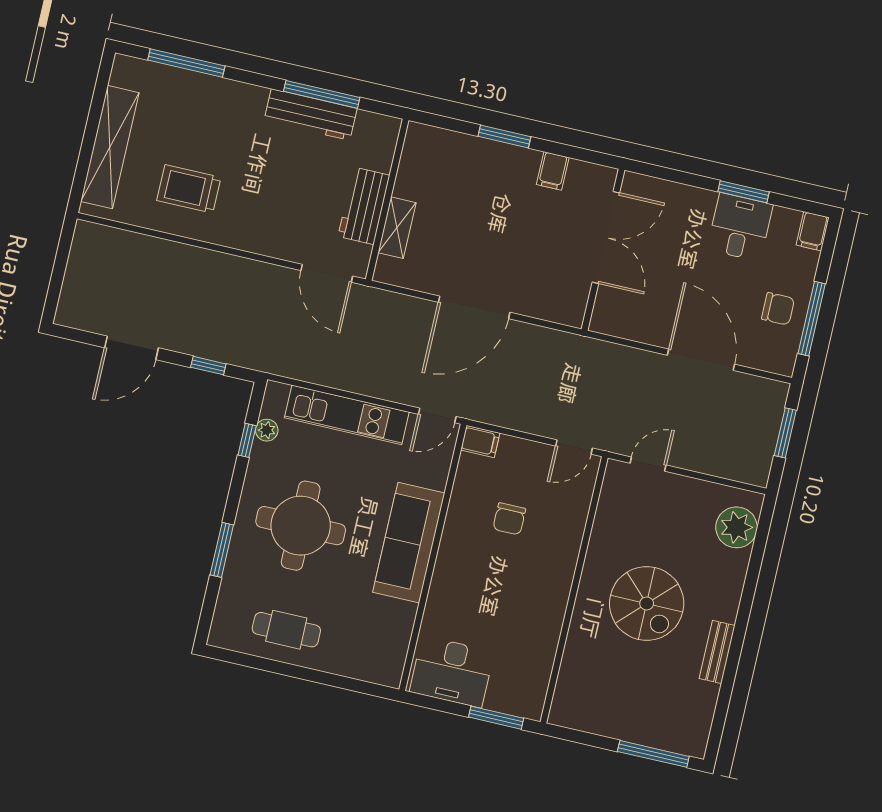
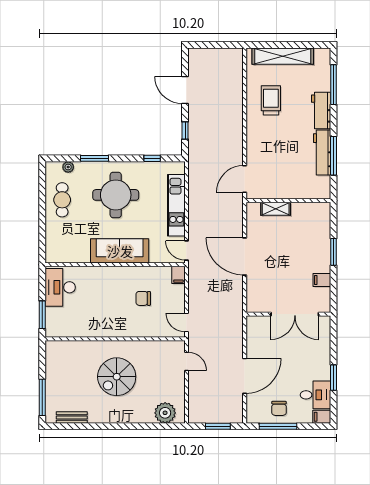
workbench: (364, 206) -> (321, 110), moved, turned -90
desk: (740, 227) -> (315, 395), moved
plant: (267, 430) -> (68, 167), moved
bench: (717, 652) -> (72, 418), moved

